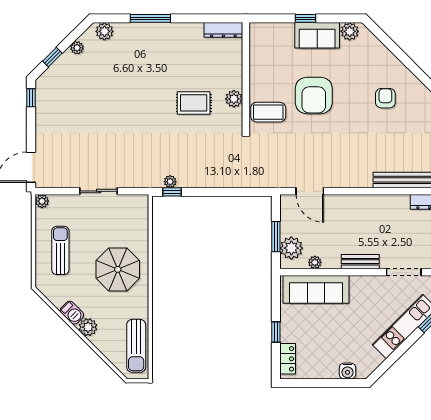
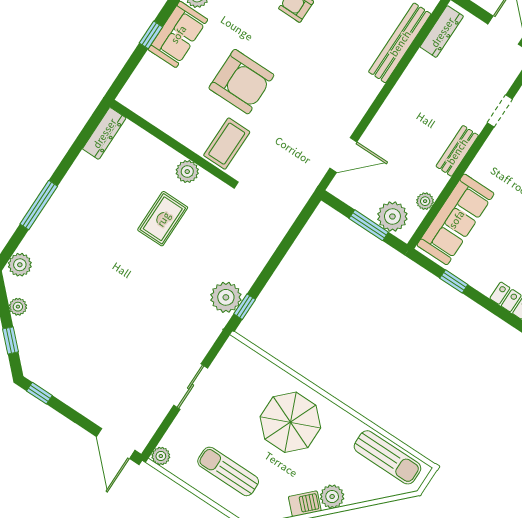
plant: (170, 182) -> (226, 297), width x1.87, depth x1.87
doorway: (404, 272) -> (500, 111), width x0.73
window: (276, 332) -> (454, 281), moved

